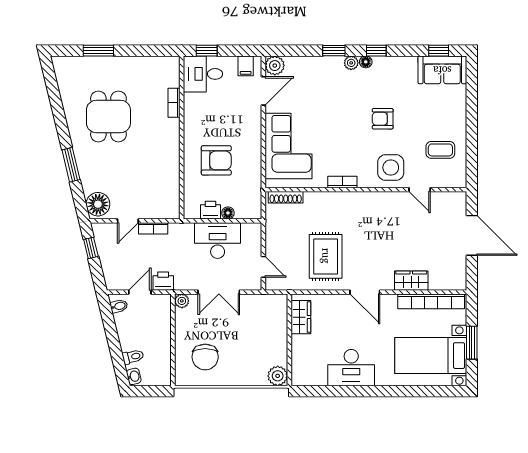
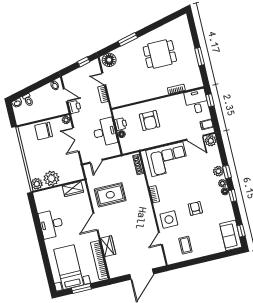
window: (98, 51) -> (200, 57), moved
plant: (329, 65) -> (218, 171), added
plant: (274, 349) -> (51, 178), added
chair: (205, 357) -> (44, 131), moved

